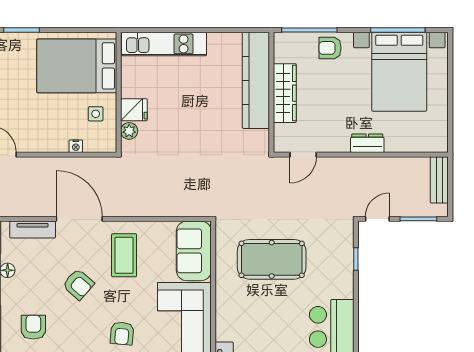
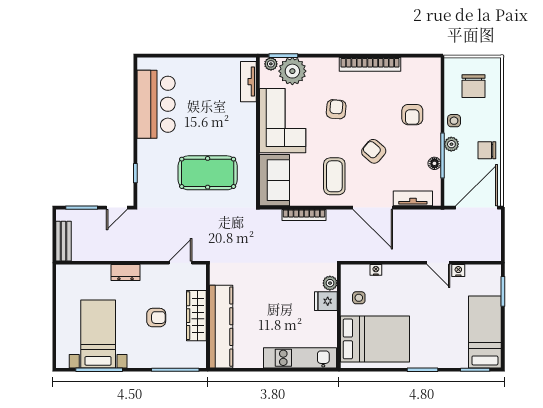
armchair: (330, 48) -> (156, 318), moved
bed with nightstands: (399, 72) -> (98, 334), width x0.73
bookcase: (159, 210) -> (304, 215), added

